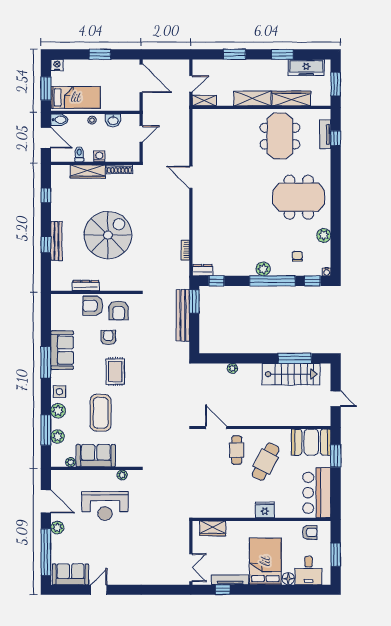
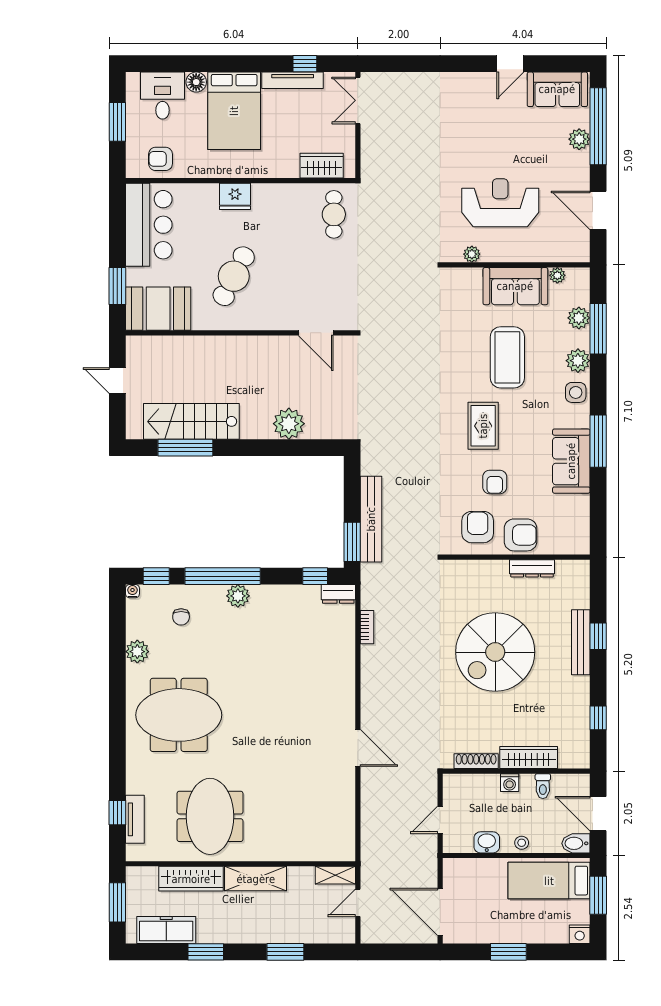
plant: (232, 368) -> (289, 424), width x1.88, depth x1.88
cafe table: (237, 450) -> (334, 214), moved
plant: (57, 528) -> (579, 139), moved

